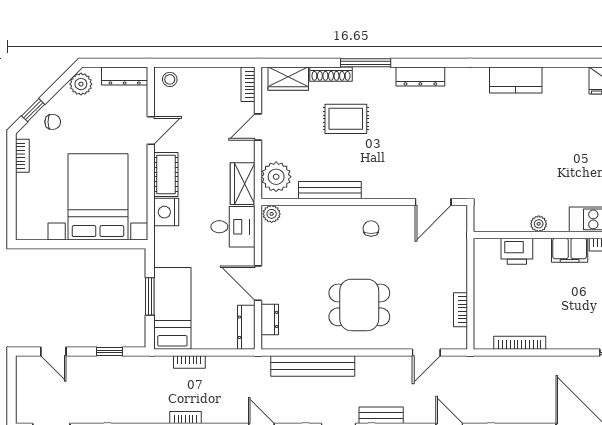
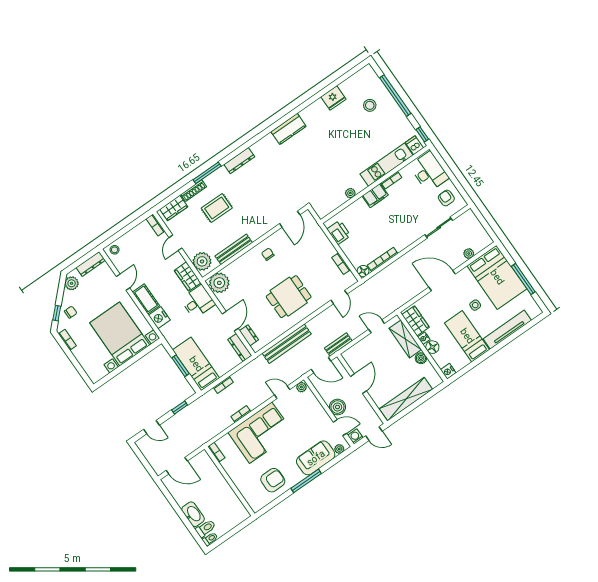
plant: (272, 214) -> (219, 283), width x1.87, depth x1.87
printer: (517, 251) -> (339, 232), moved, turned -90
door: (258, 283) -> (230, 321), swing flipped
floor lamp: (483, 340) -> (363, 271), added

